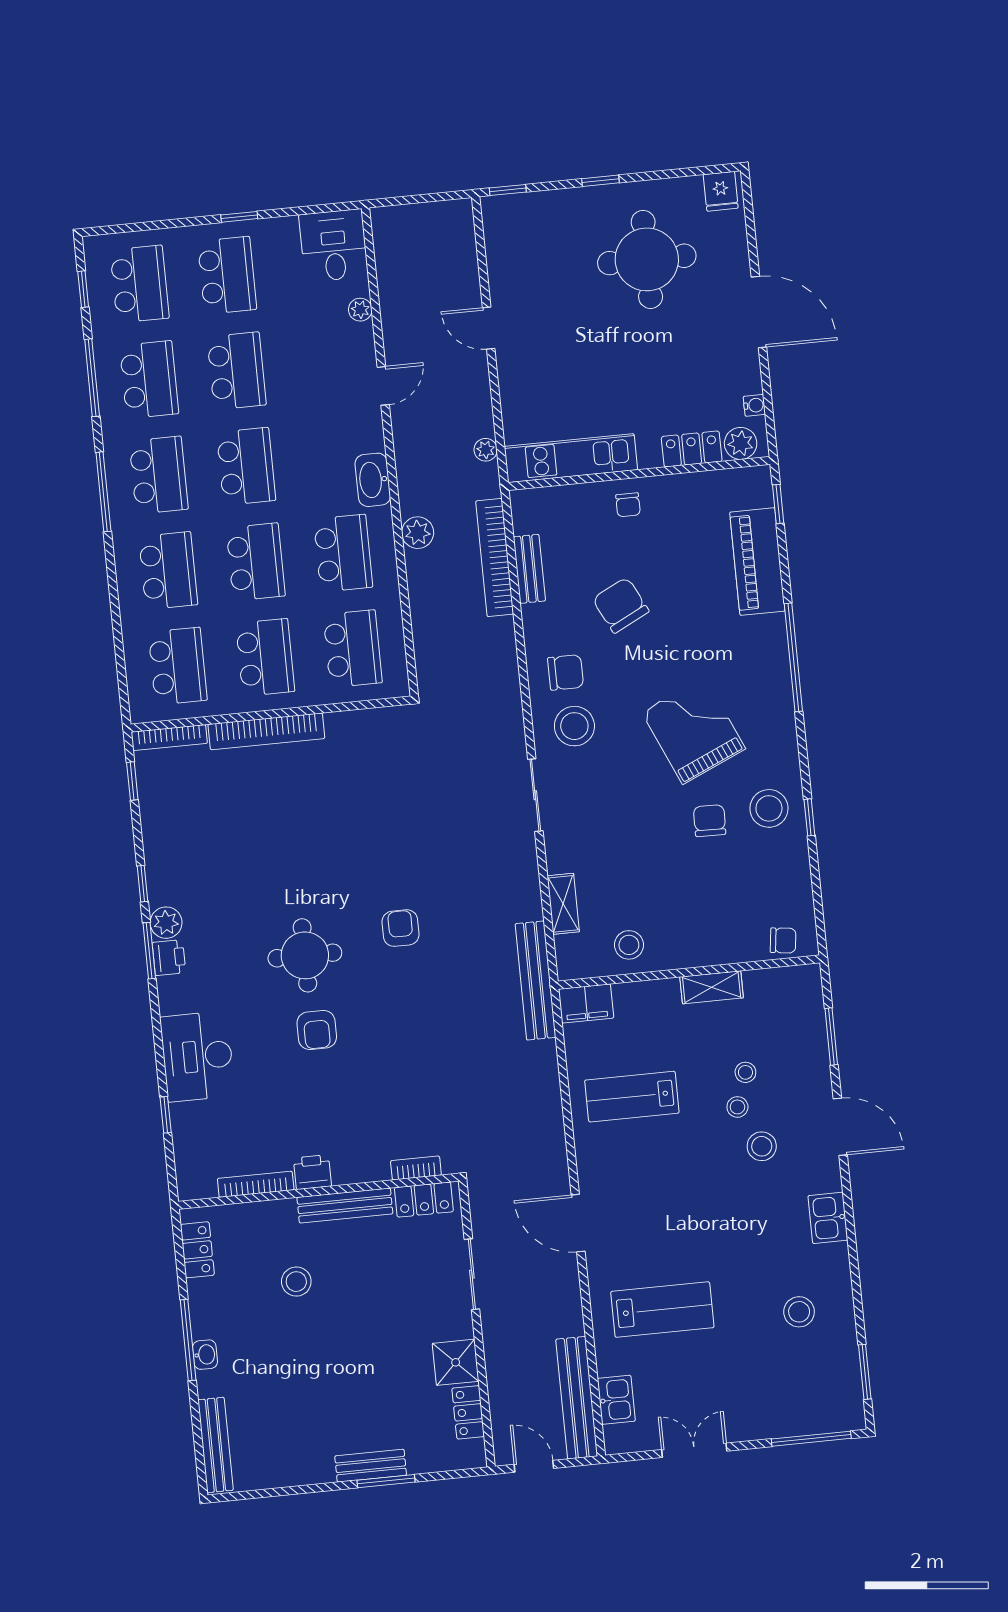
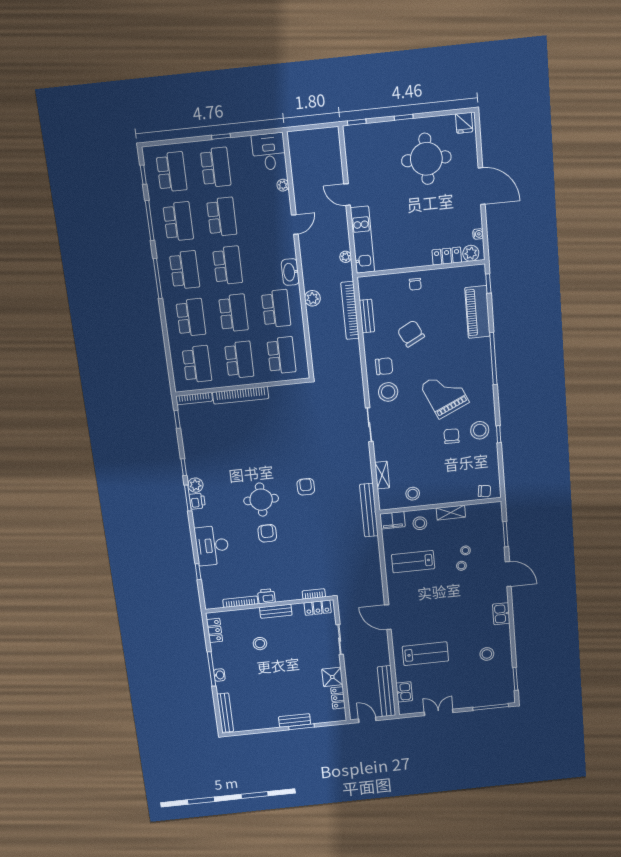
kitchen unit: (571, 458) -> (362, 240), moved, turned 90
armchair: (317, 1030) -> (267, 533), turned 180
stool: (762, 1146) -> (420, 523), moved
bench: (345, 1206) -> (276, 611), width x0.73

